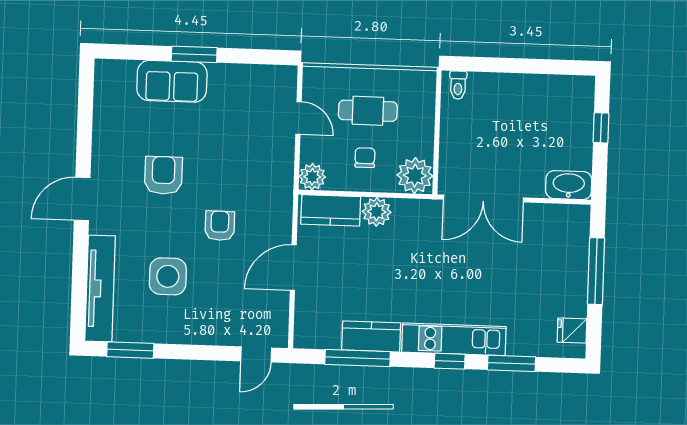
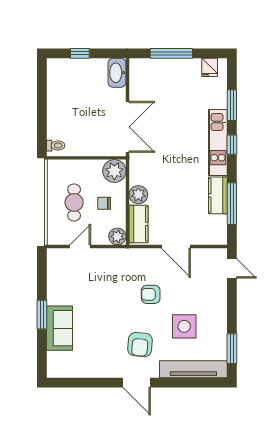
armchair: (163, 175) -> (140, 345), moved, turned -85

